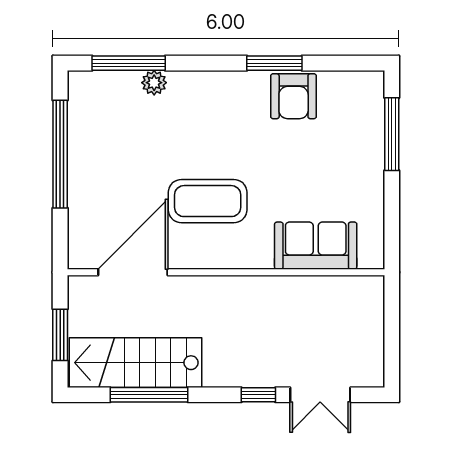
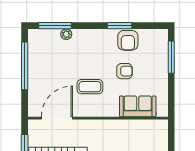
armchair: (286, 166) -> (124, 71), added
coffee table: (208, 201) -> (90, 87), width x0.73, depth x0.76

